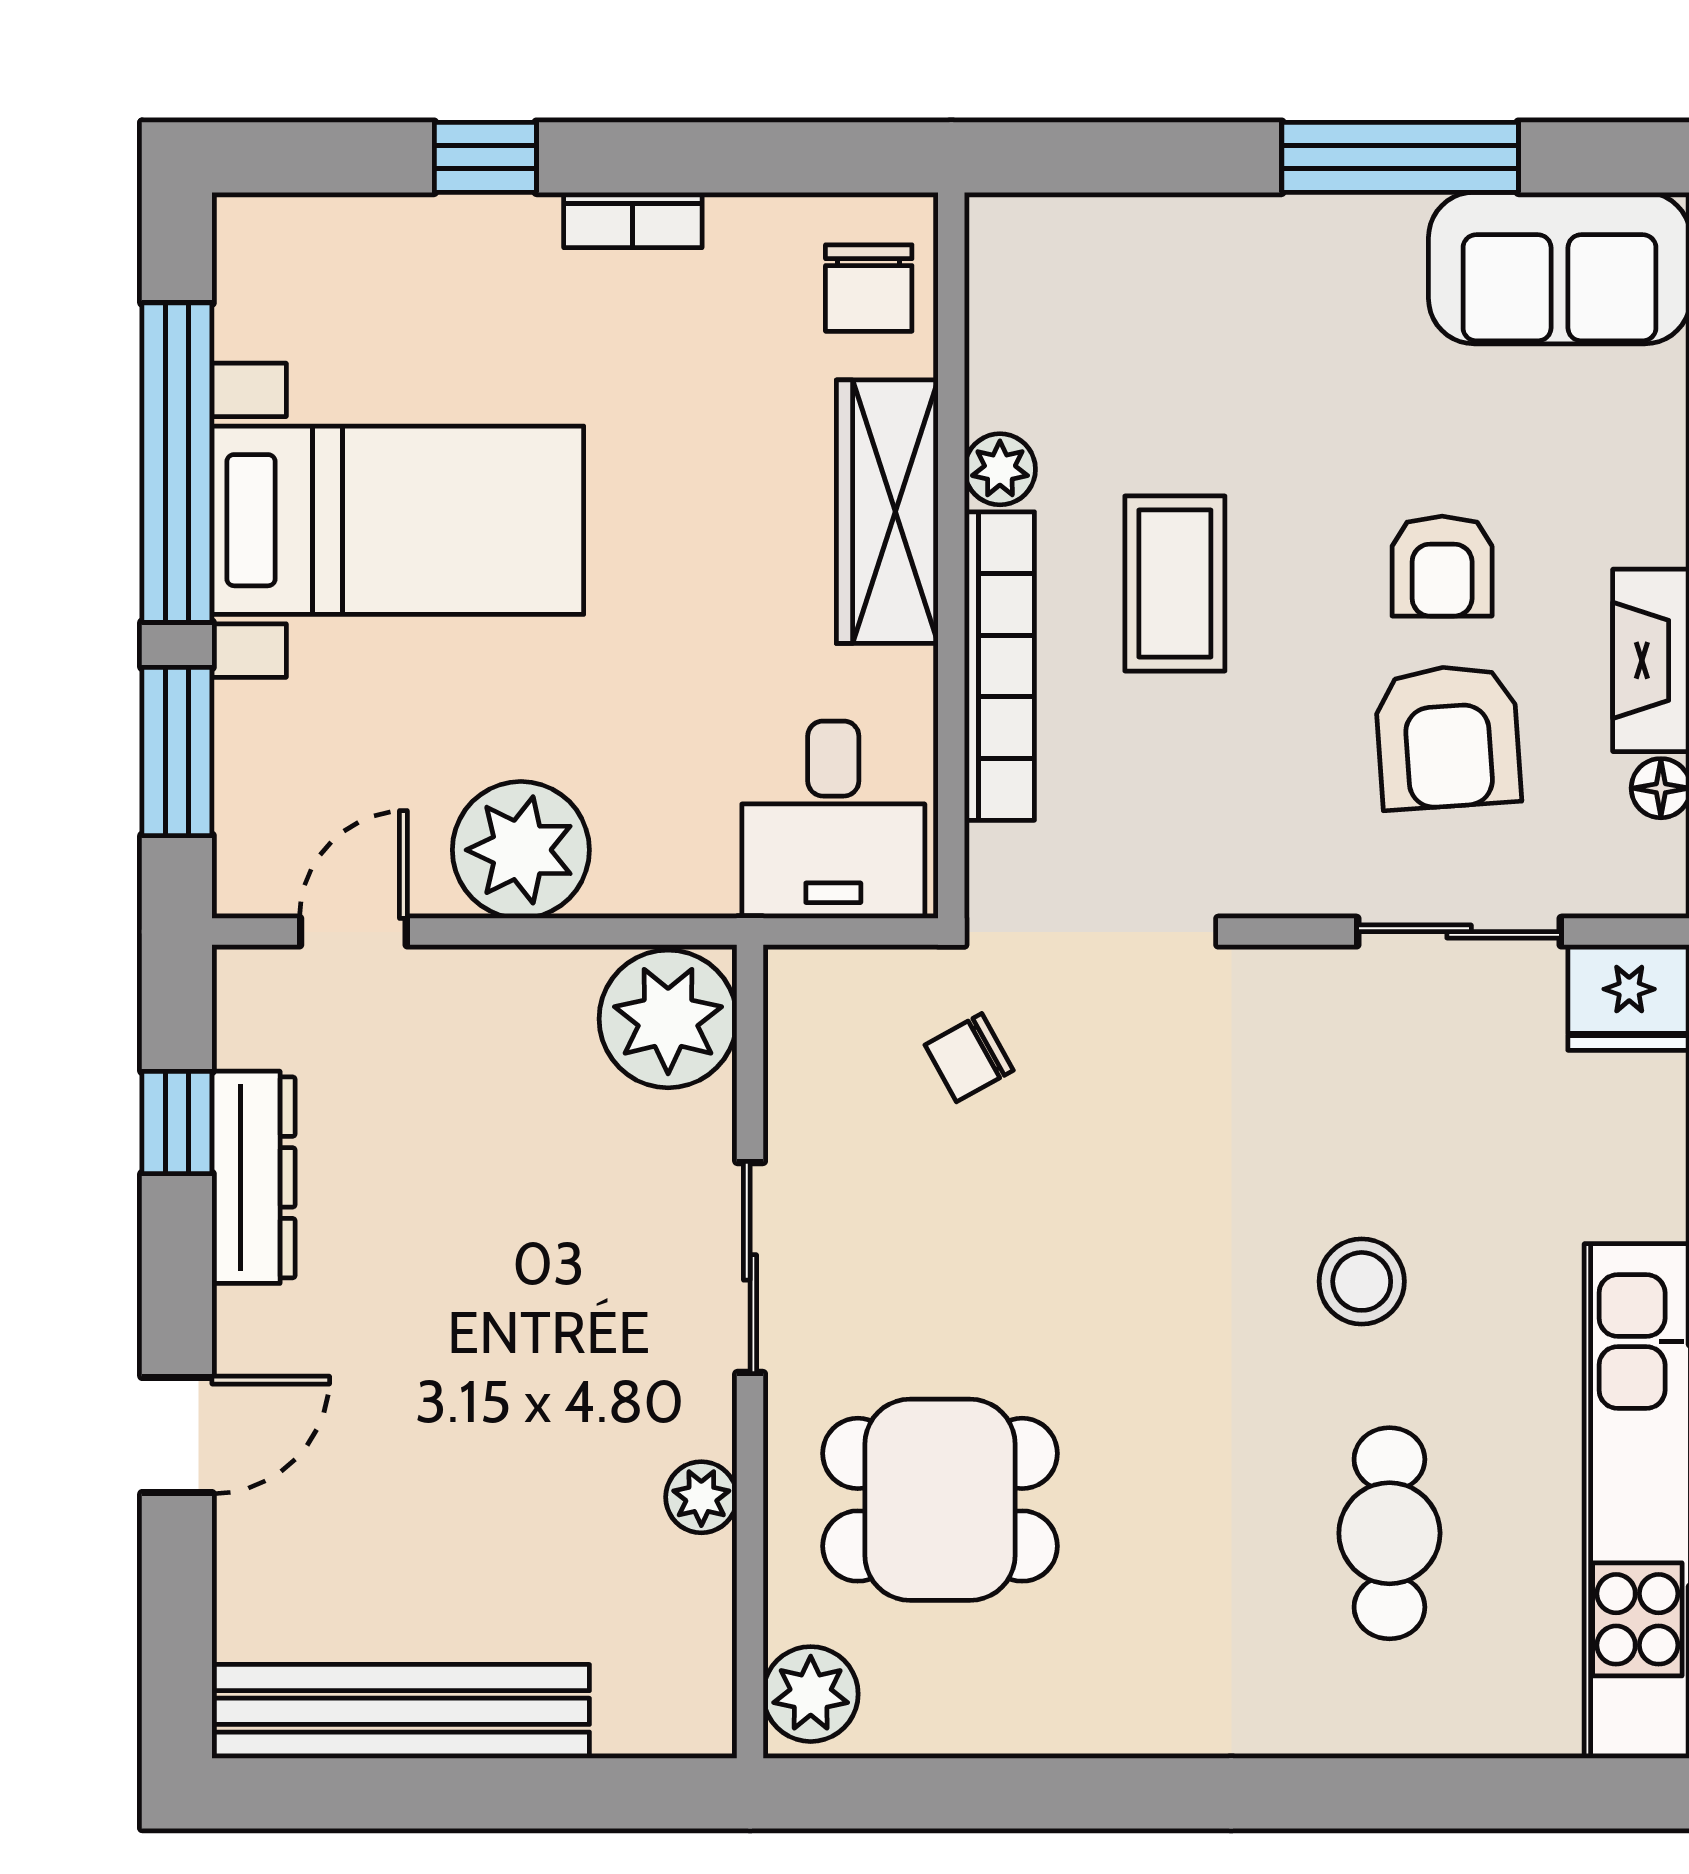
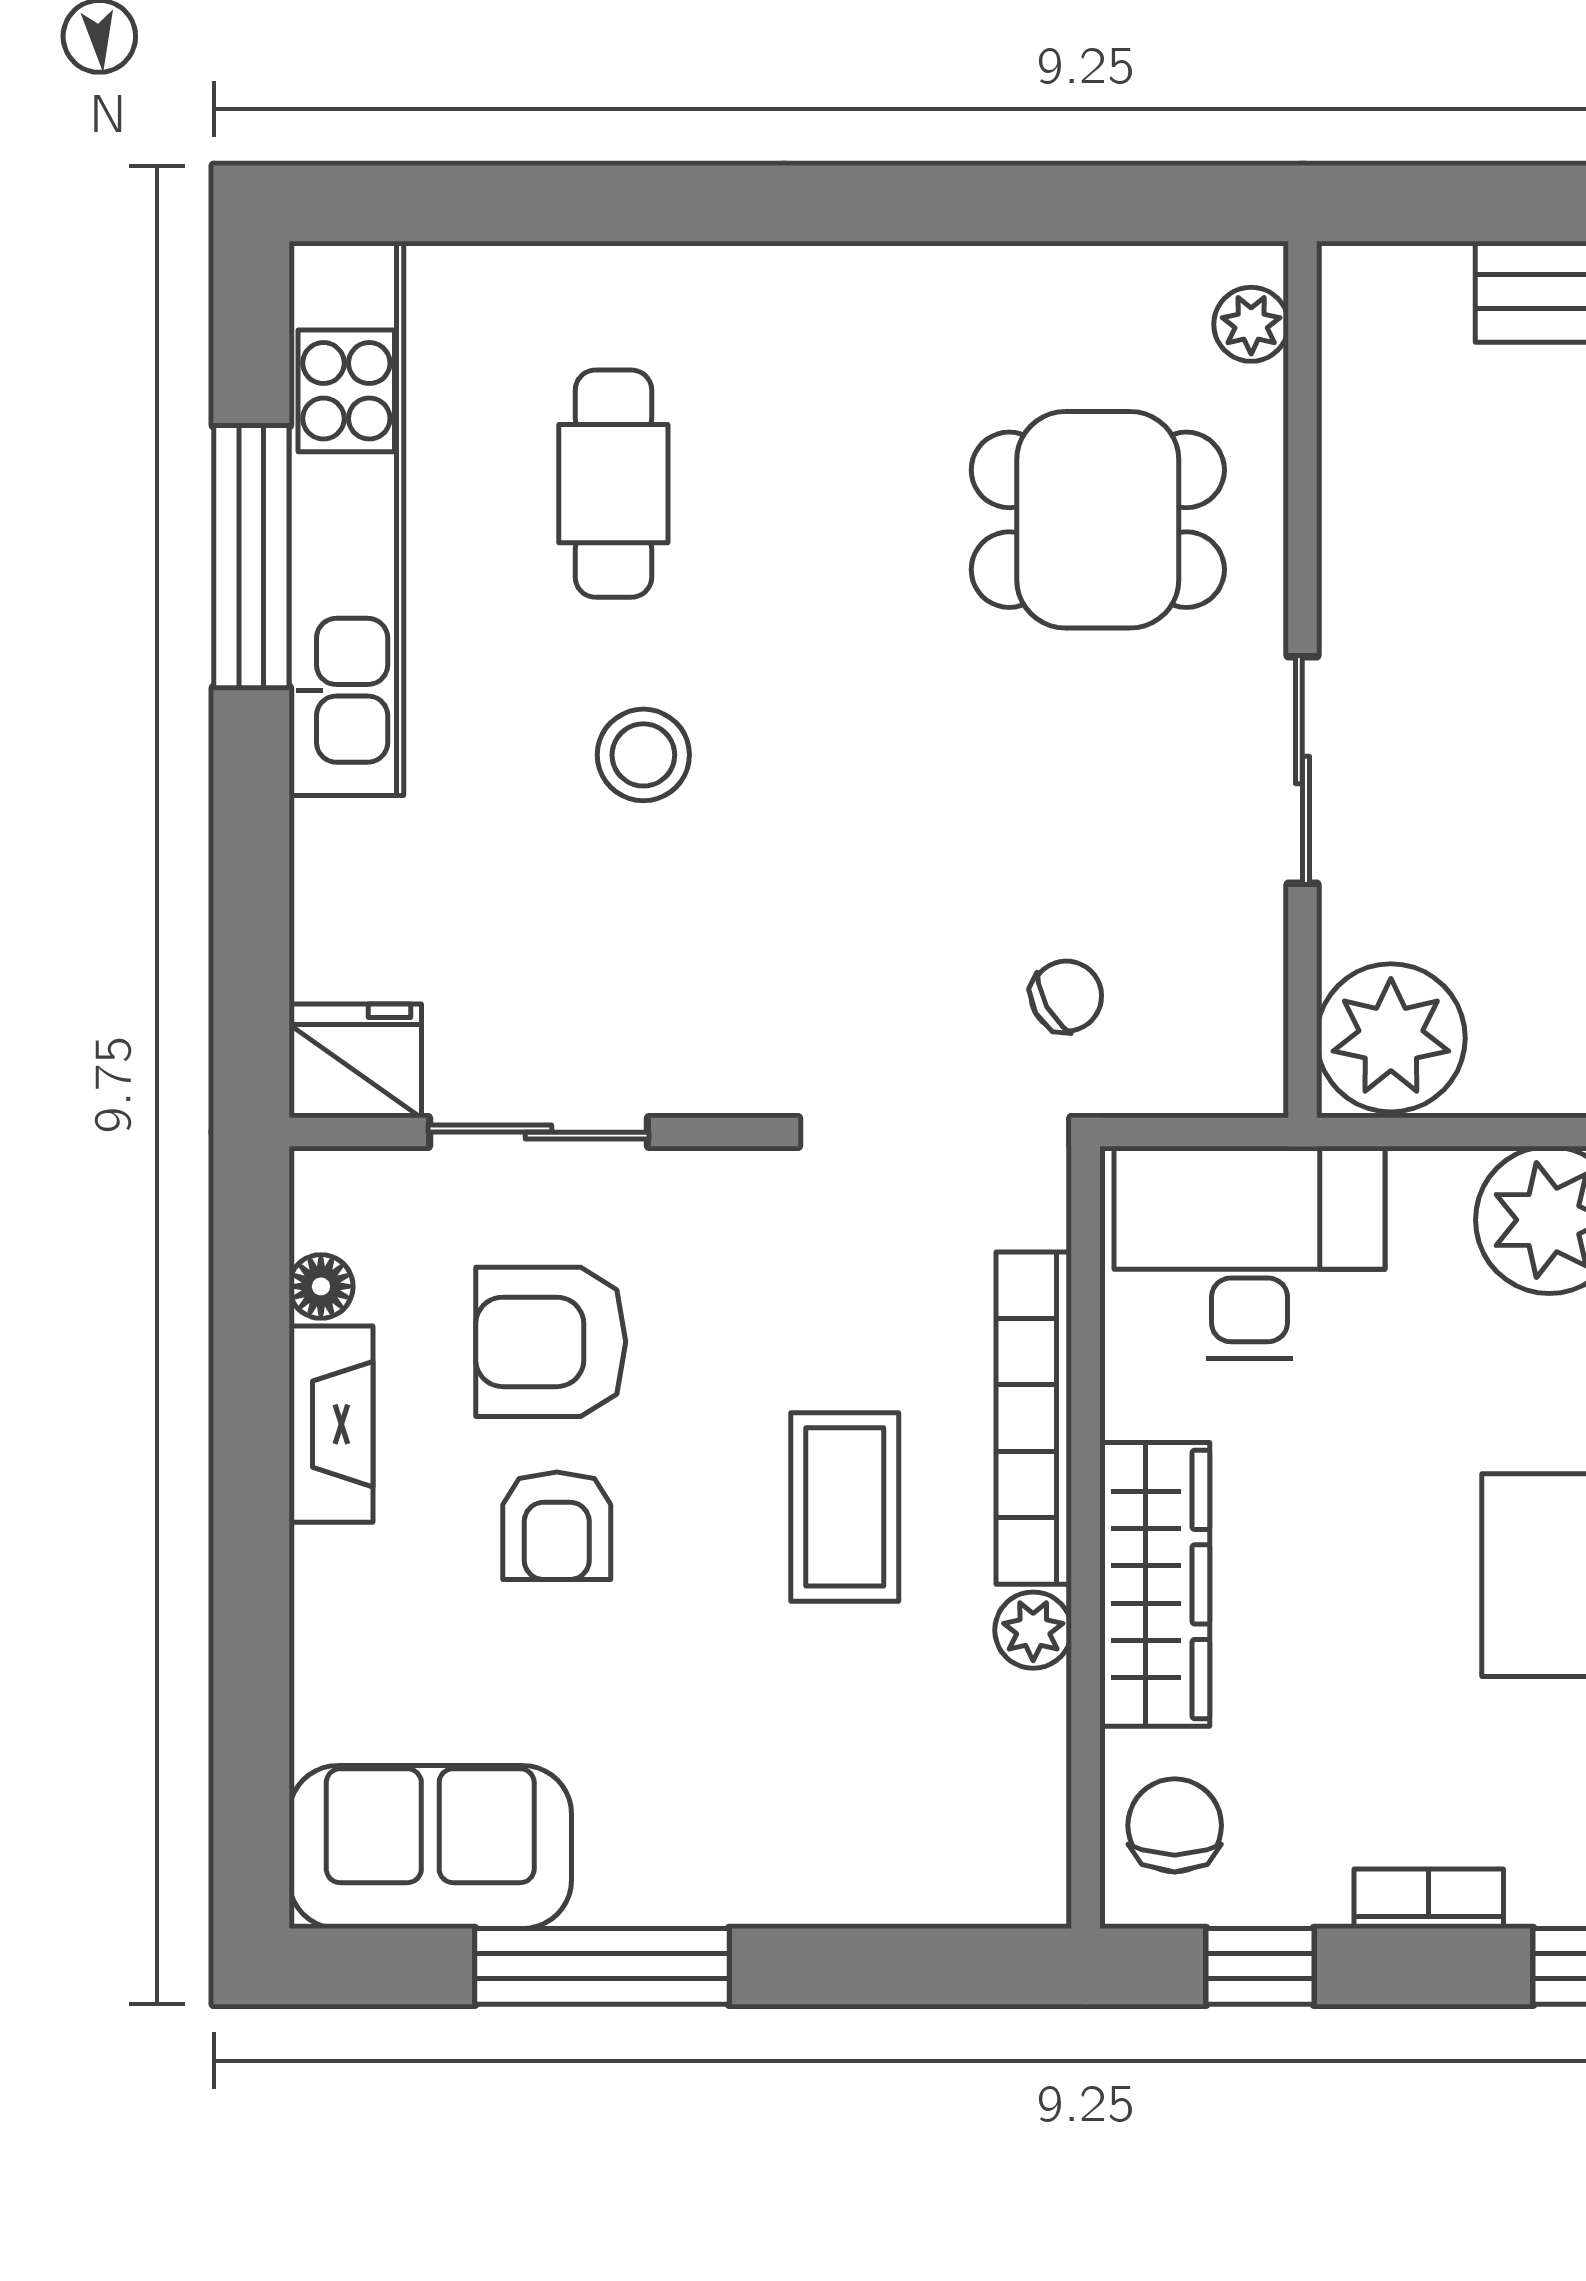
window: (789, 157) -> (1260, 1966), added
armchair: (1442, 566) -> (557, 1526), turned 180
armchair: (1448, 737) -> (551, 1342), turned -86
desk: (833, 820) -> (1249, 1252), width x1.37
plant: (701, 1497) -> (1355, 522), removed
plant: (811, 1694) -> (1251, 324), width x0.73, depth x0.73

